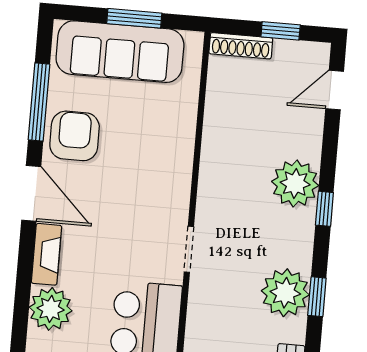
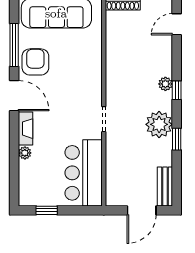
plant: (295, 184) -> (165, 84), width x0.53, depth x0.53
plant: (285, 293) -> (159, 124), moved
plant: (51, 309) -> (25, 153), width x0.53, depth x0.53

